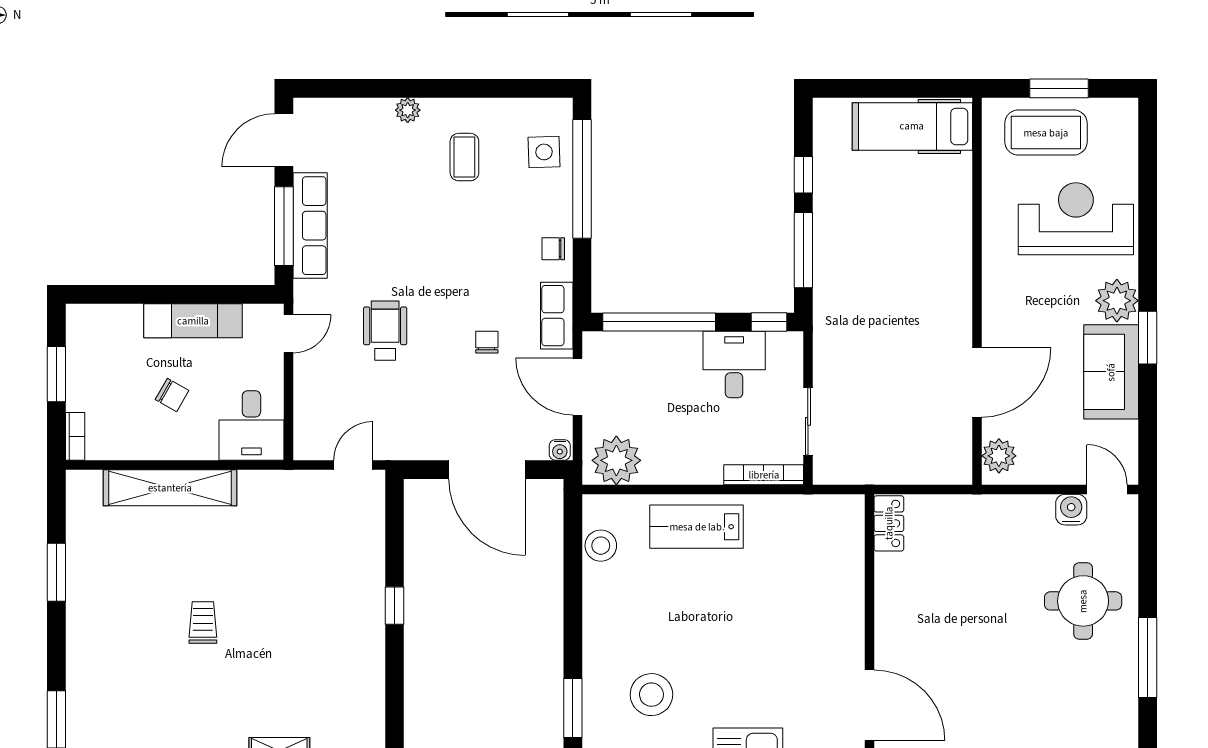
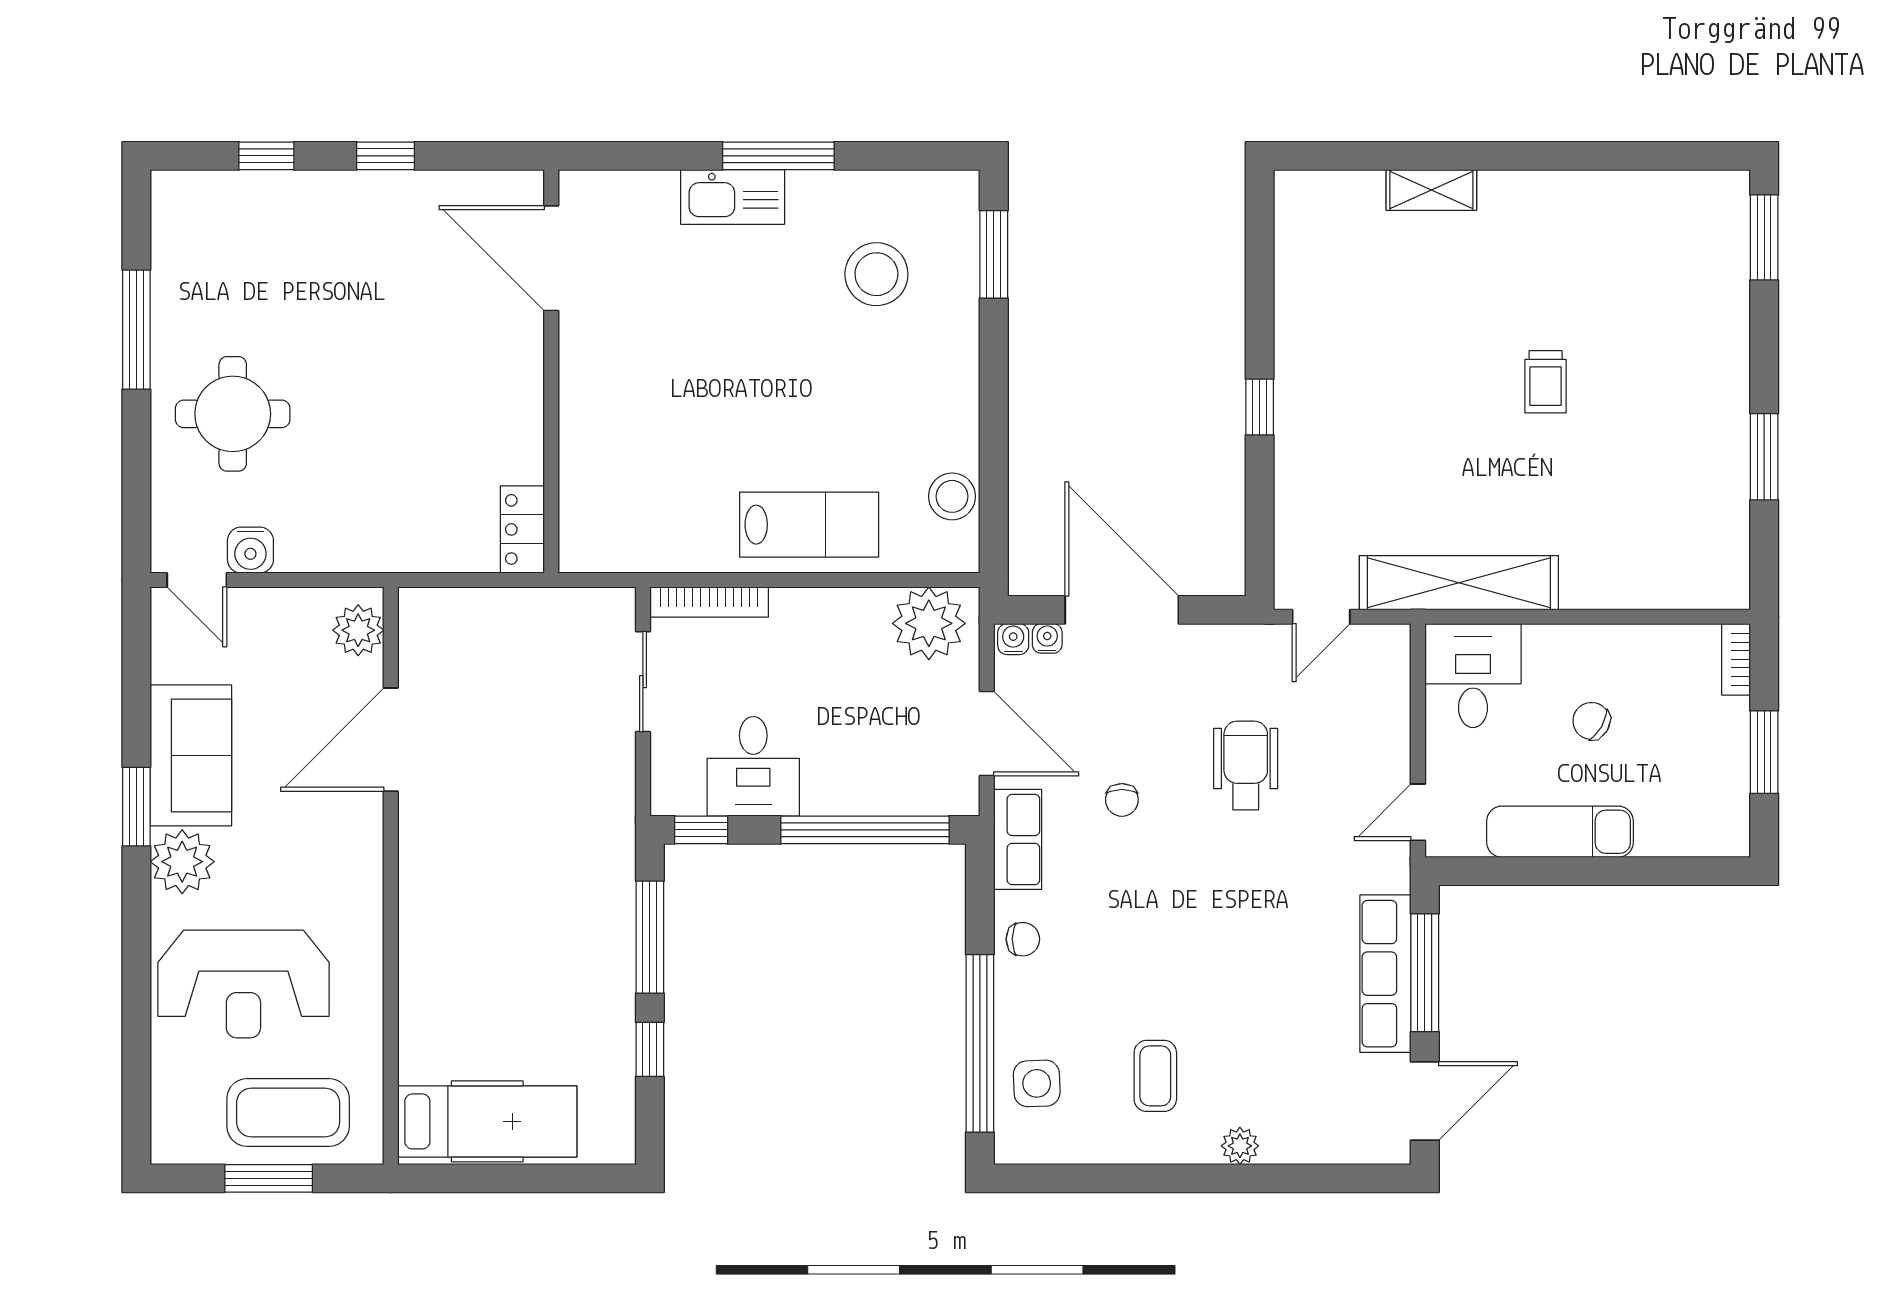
wheelchair: (385, 331) -> (1246, 766), moved, turned 180
water cooler: (537, 450) -> (1047, 638), added
shelving: (170, 488) -> (1459, 583), moved

